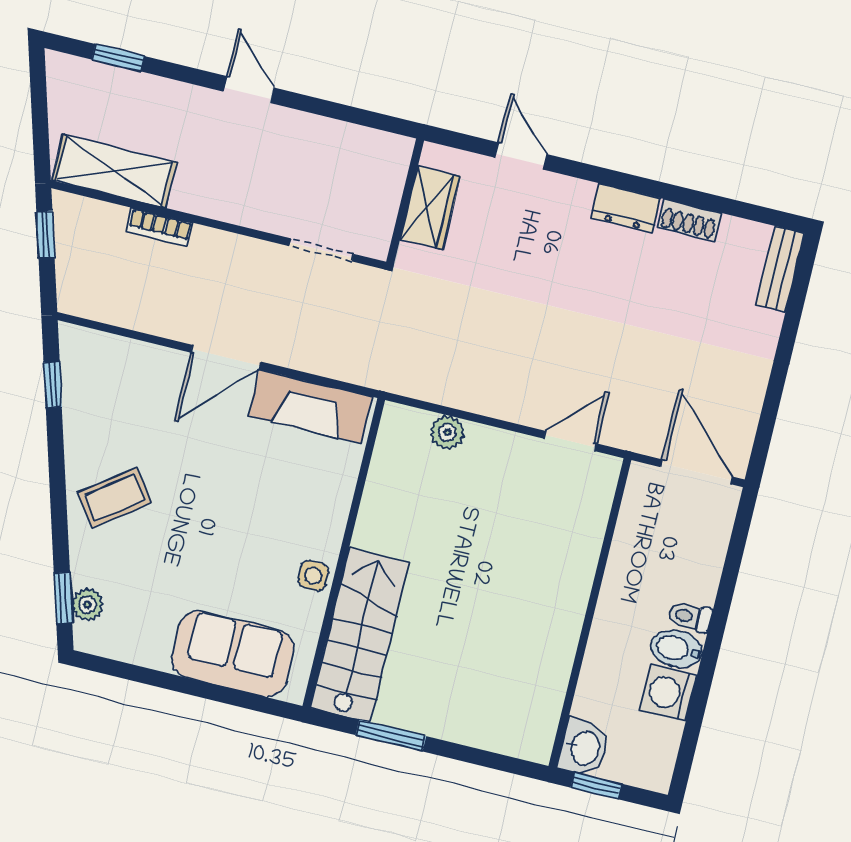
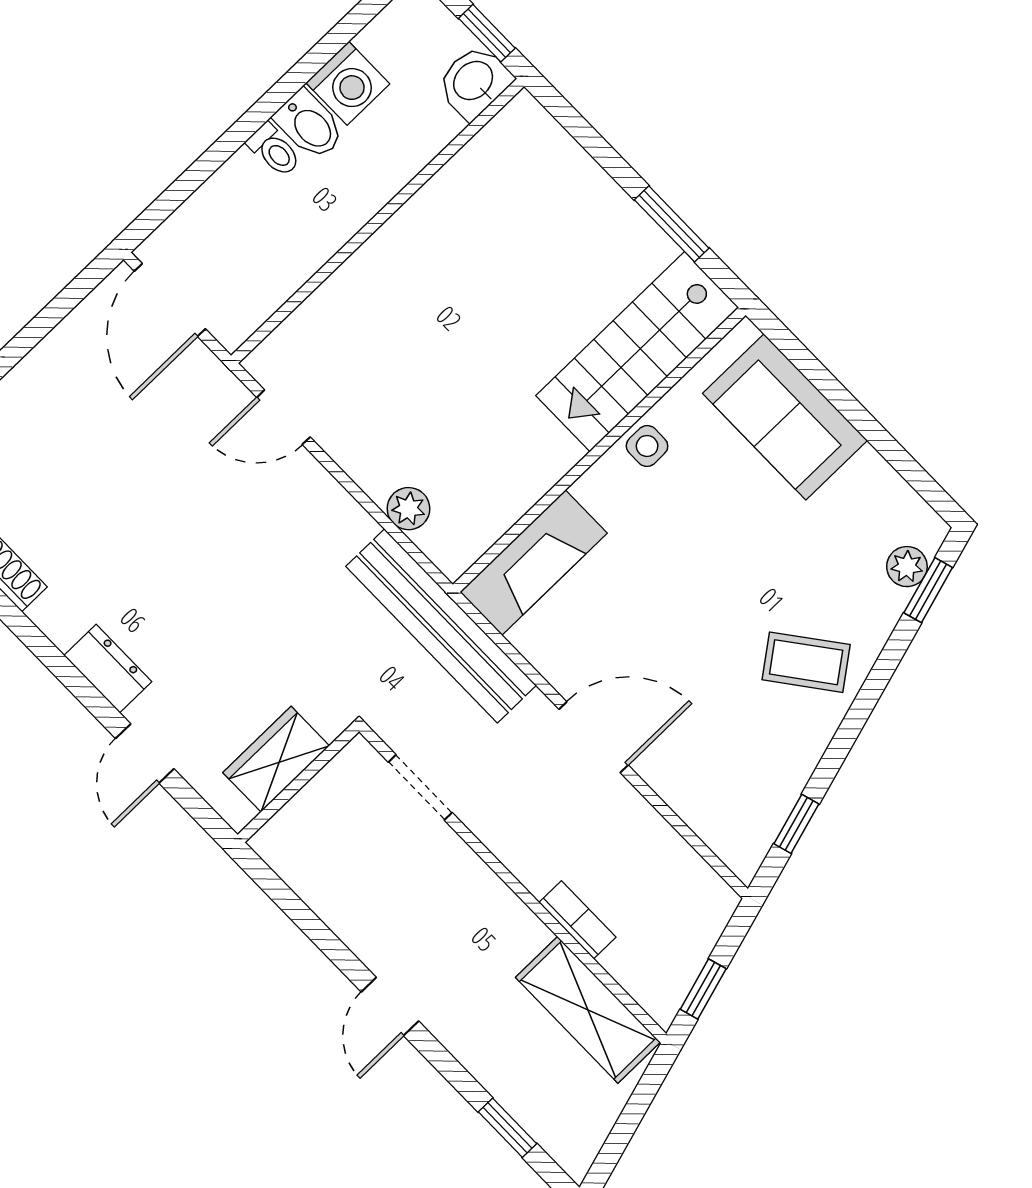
dresser: (626, 208) -> (108, 669), moved
bench: (376, 367) -> (441, 626), added
fireplace: (310, 407) -> (534, 563), moved, turned 90

